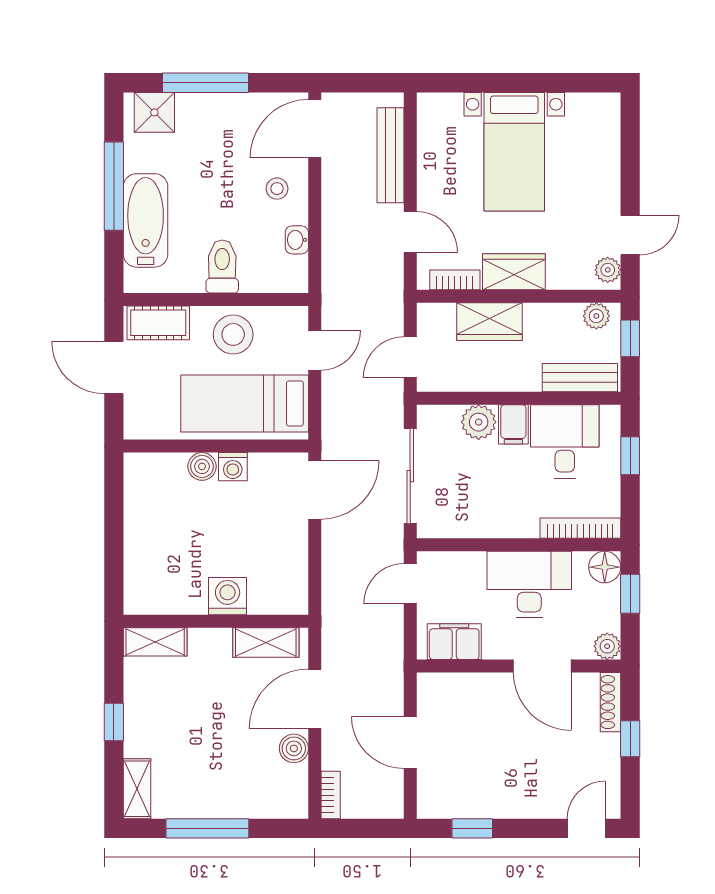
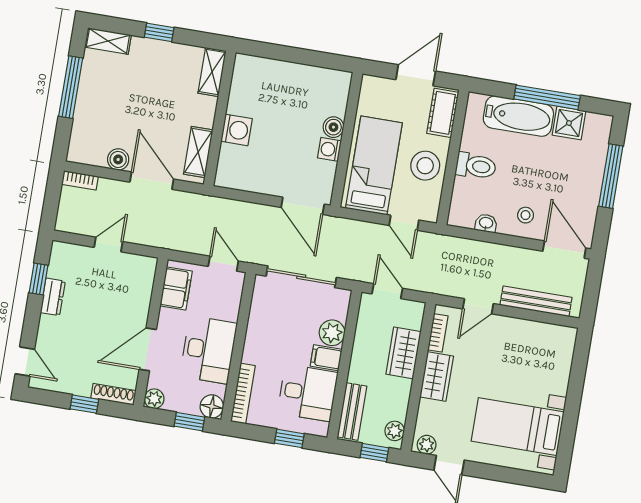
shower: (154, 112) -> (569, 123), moved
bed with nightstands: (514, 152) -> (518, 427), moved
door: (410, 742) -> (108, 244), width x0.73
dresser: (493, 805) -> (53, 297), added

